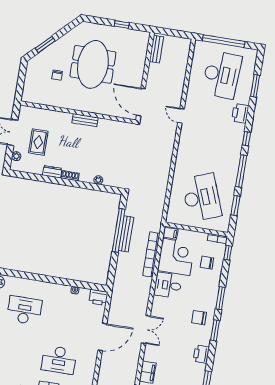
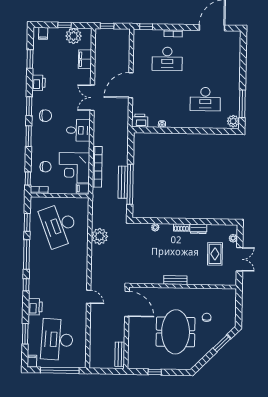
filing cabinet: (252, 55) -> (32, 361), added
plant: (160, 179) -> (100, 236), added
desk: (168, 285) -> (78, 130), moved
desk: (59, 360) -> (167, 59), turned 180

